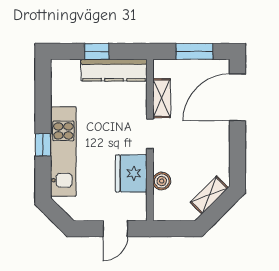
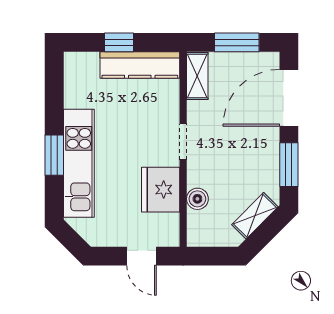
shelving: (162, 98) -> (197, 76), moved
window: (43, 145) -> (54, 155), width x1.50
window: (237, 153) -> (289, 165), added
door: (115, 229) -> (141, 256), hinge flipped

